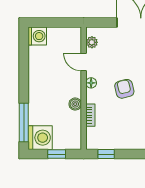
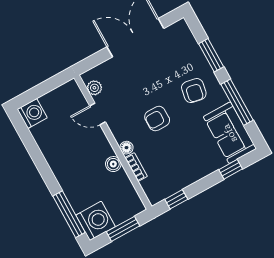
floor lamp: (91, 83) -> (126, 148), moved
armchair: (124, 89) -> (157, 119), turned -76
window: (57, 154) -> (123, 229), width x1.50

